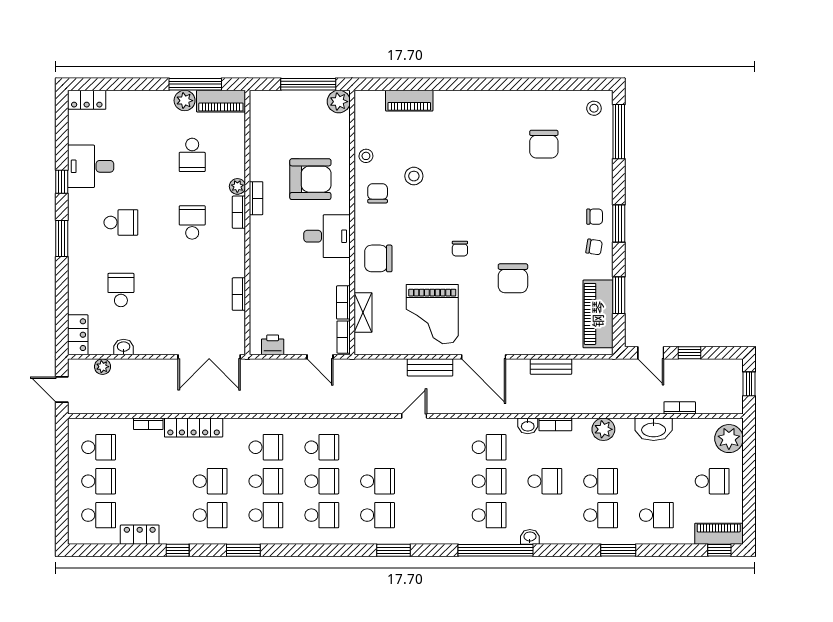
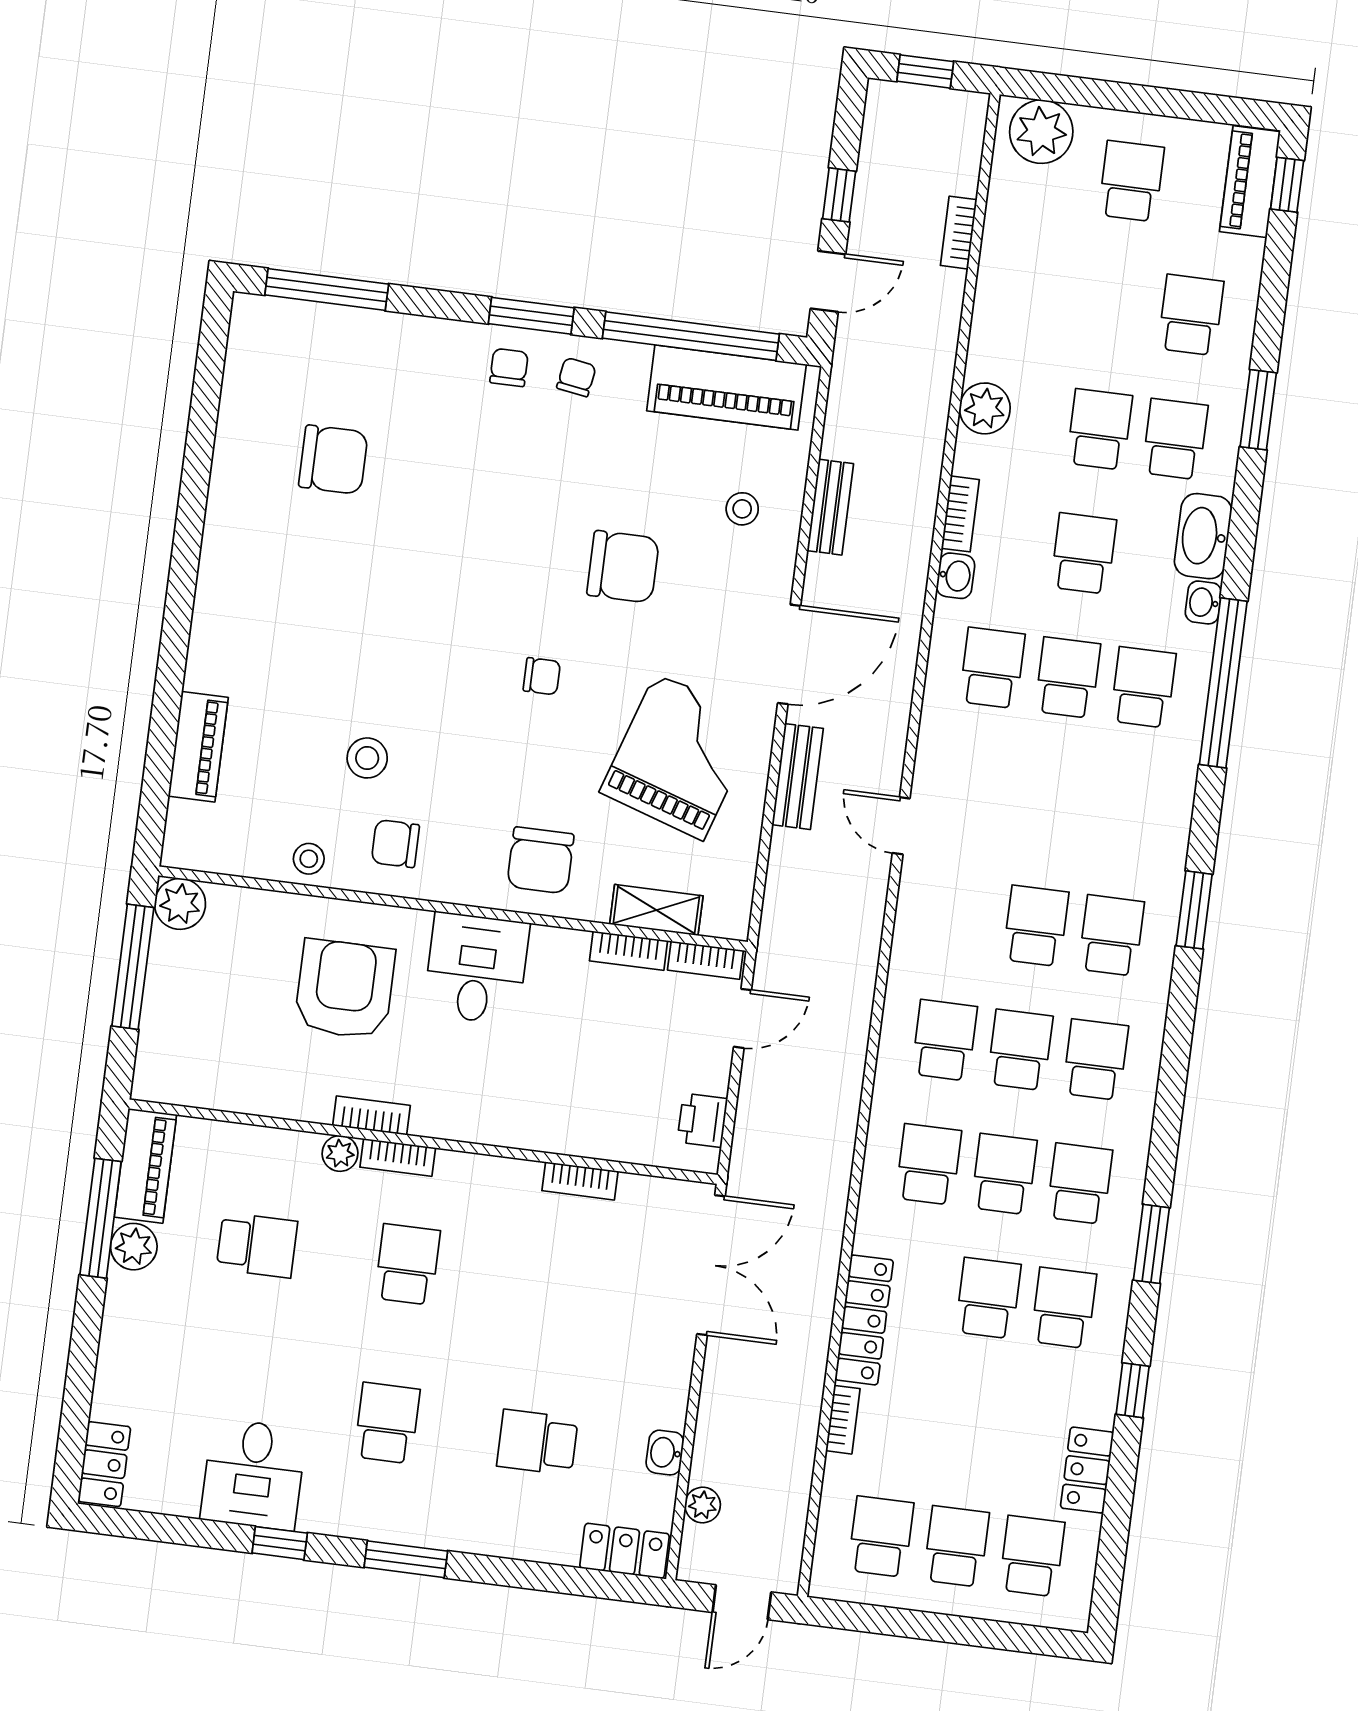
stool: (594, 108) -> (742, 509), moved
school desk: (192, 222) -> (407, 1264), turned 90
window: (619, 295) -> (691, 336), width x2.11
grand piano: (432, 314) -> (680, 756), turned -72
washbasin: (654, 429) -> (1203, 536), moved, turned 180

